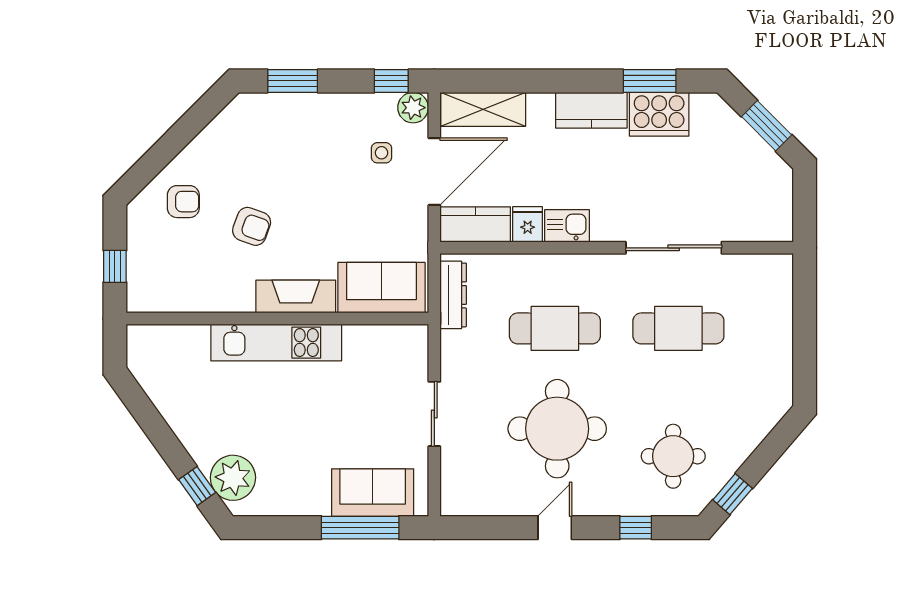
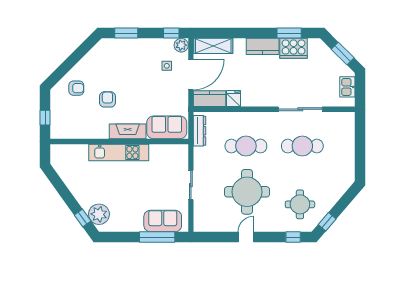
armchair: (252, 226) -> (107, 99), turned -110
kitchen sink: (567, 226) -> (347, 87), moved, turned -90
window: (636, 528) -> (293, 237), moved

